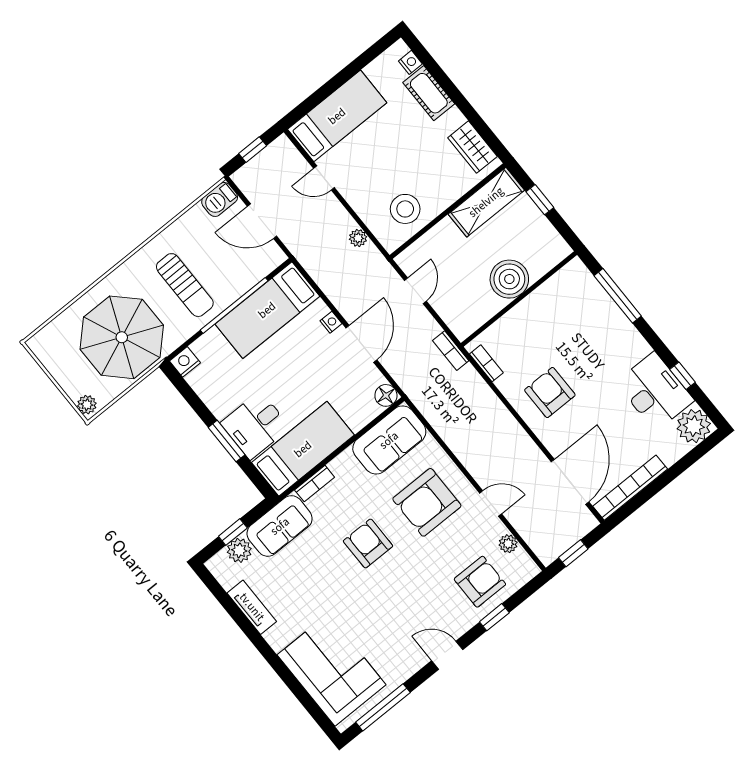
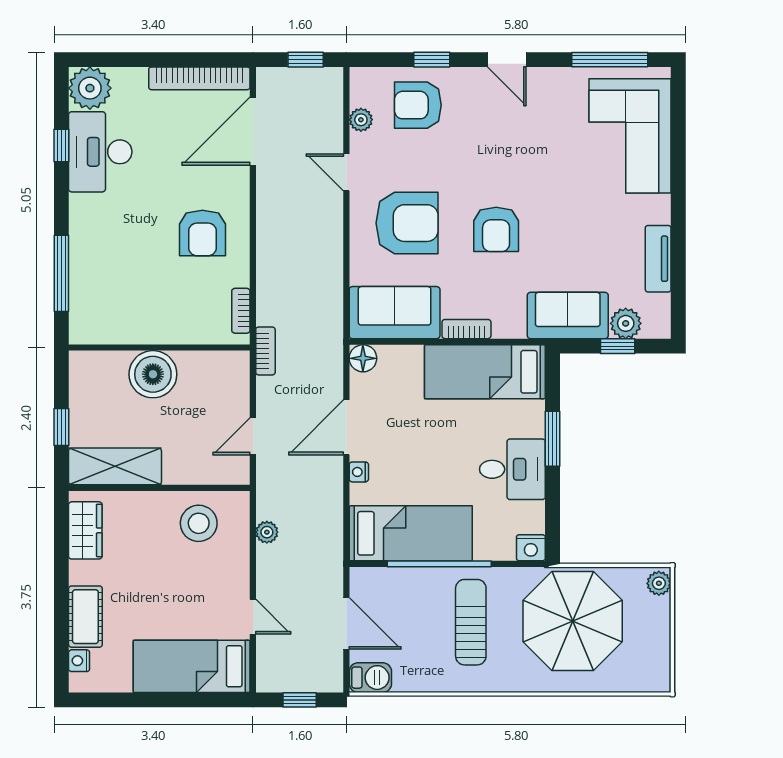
desk: (255, 425) -> (512, 469), moved
bookcase: (315, 484) -> (466, 329), moved

